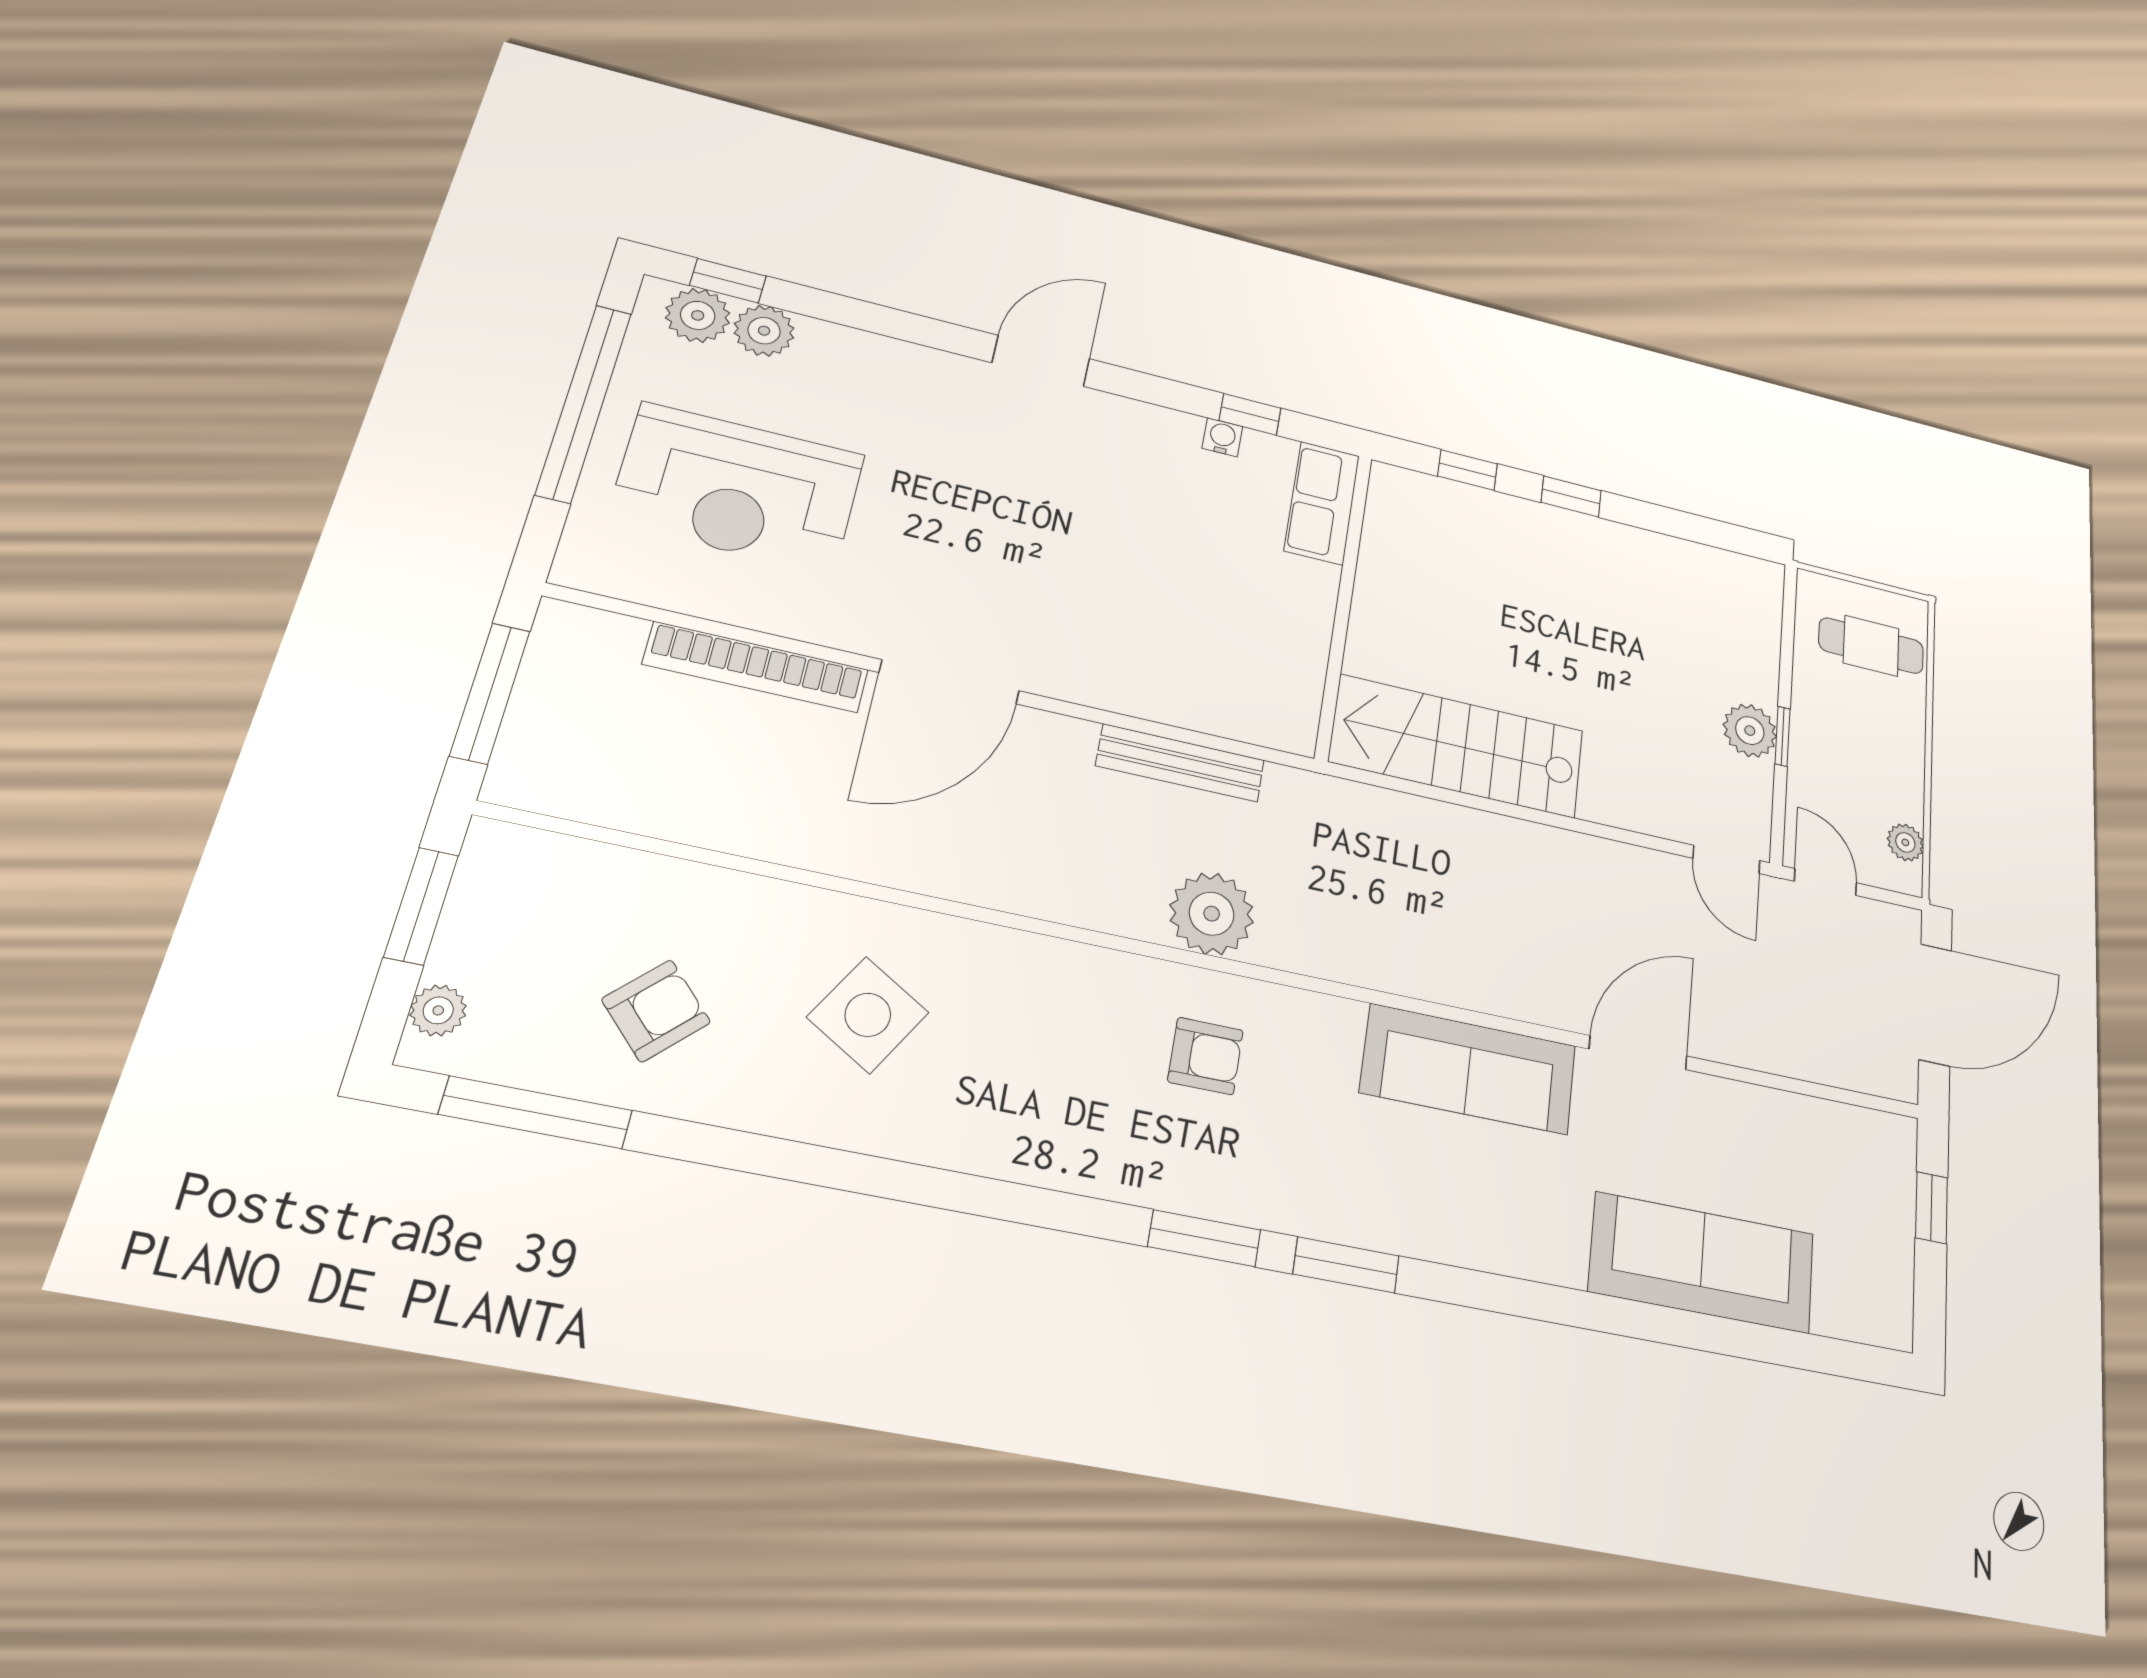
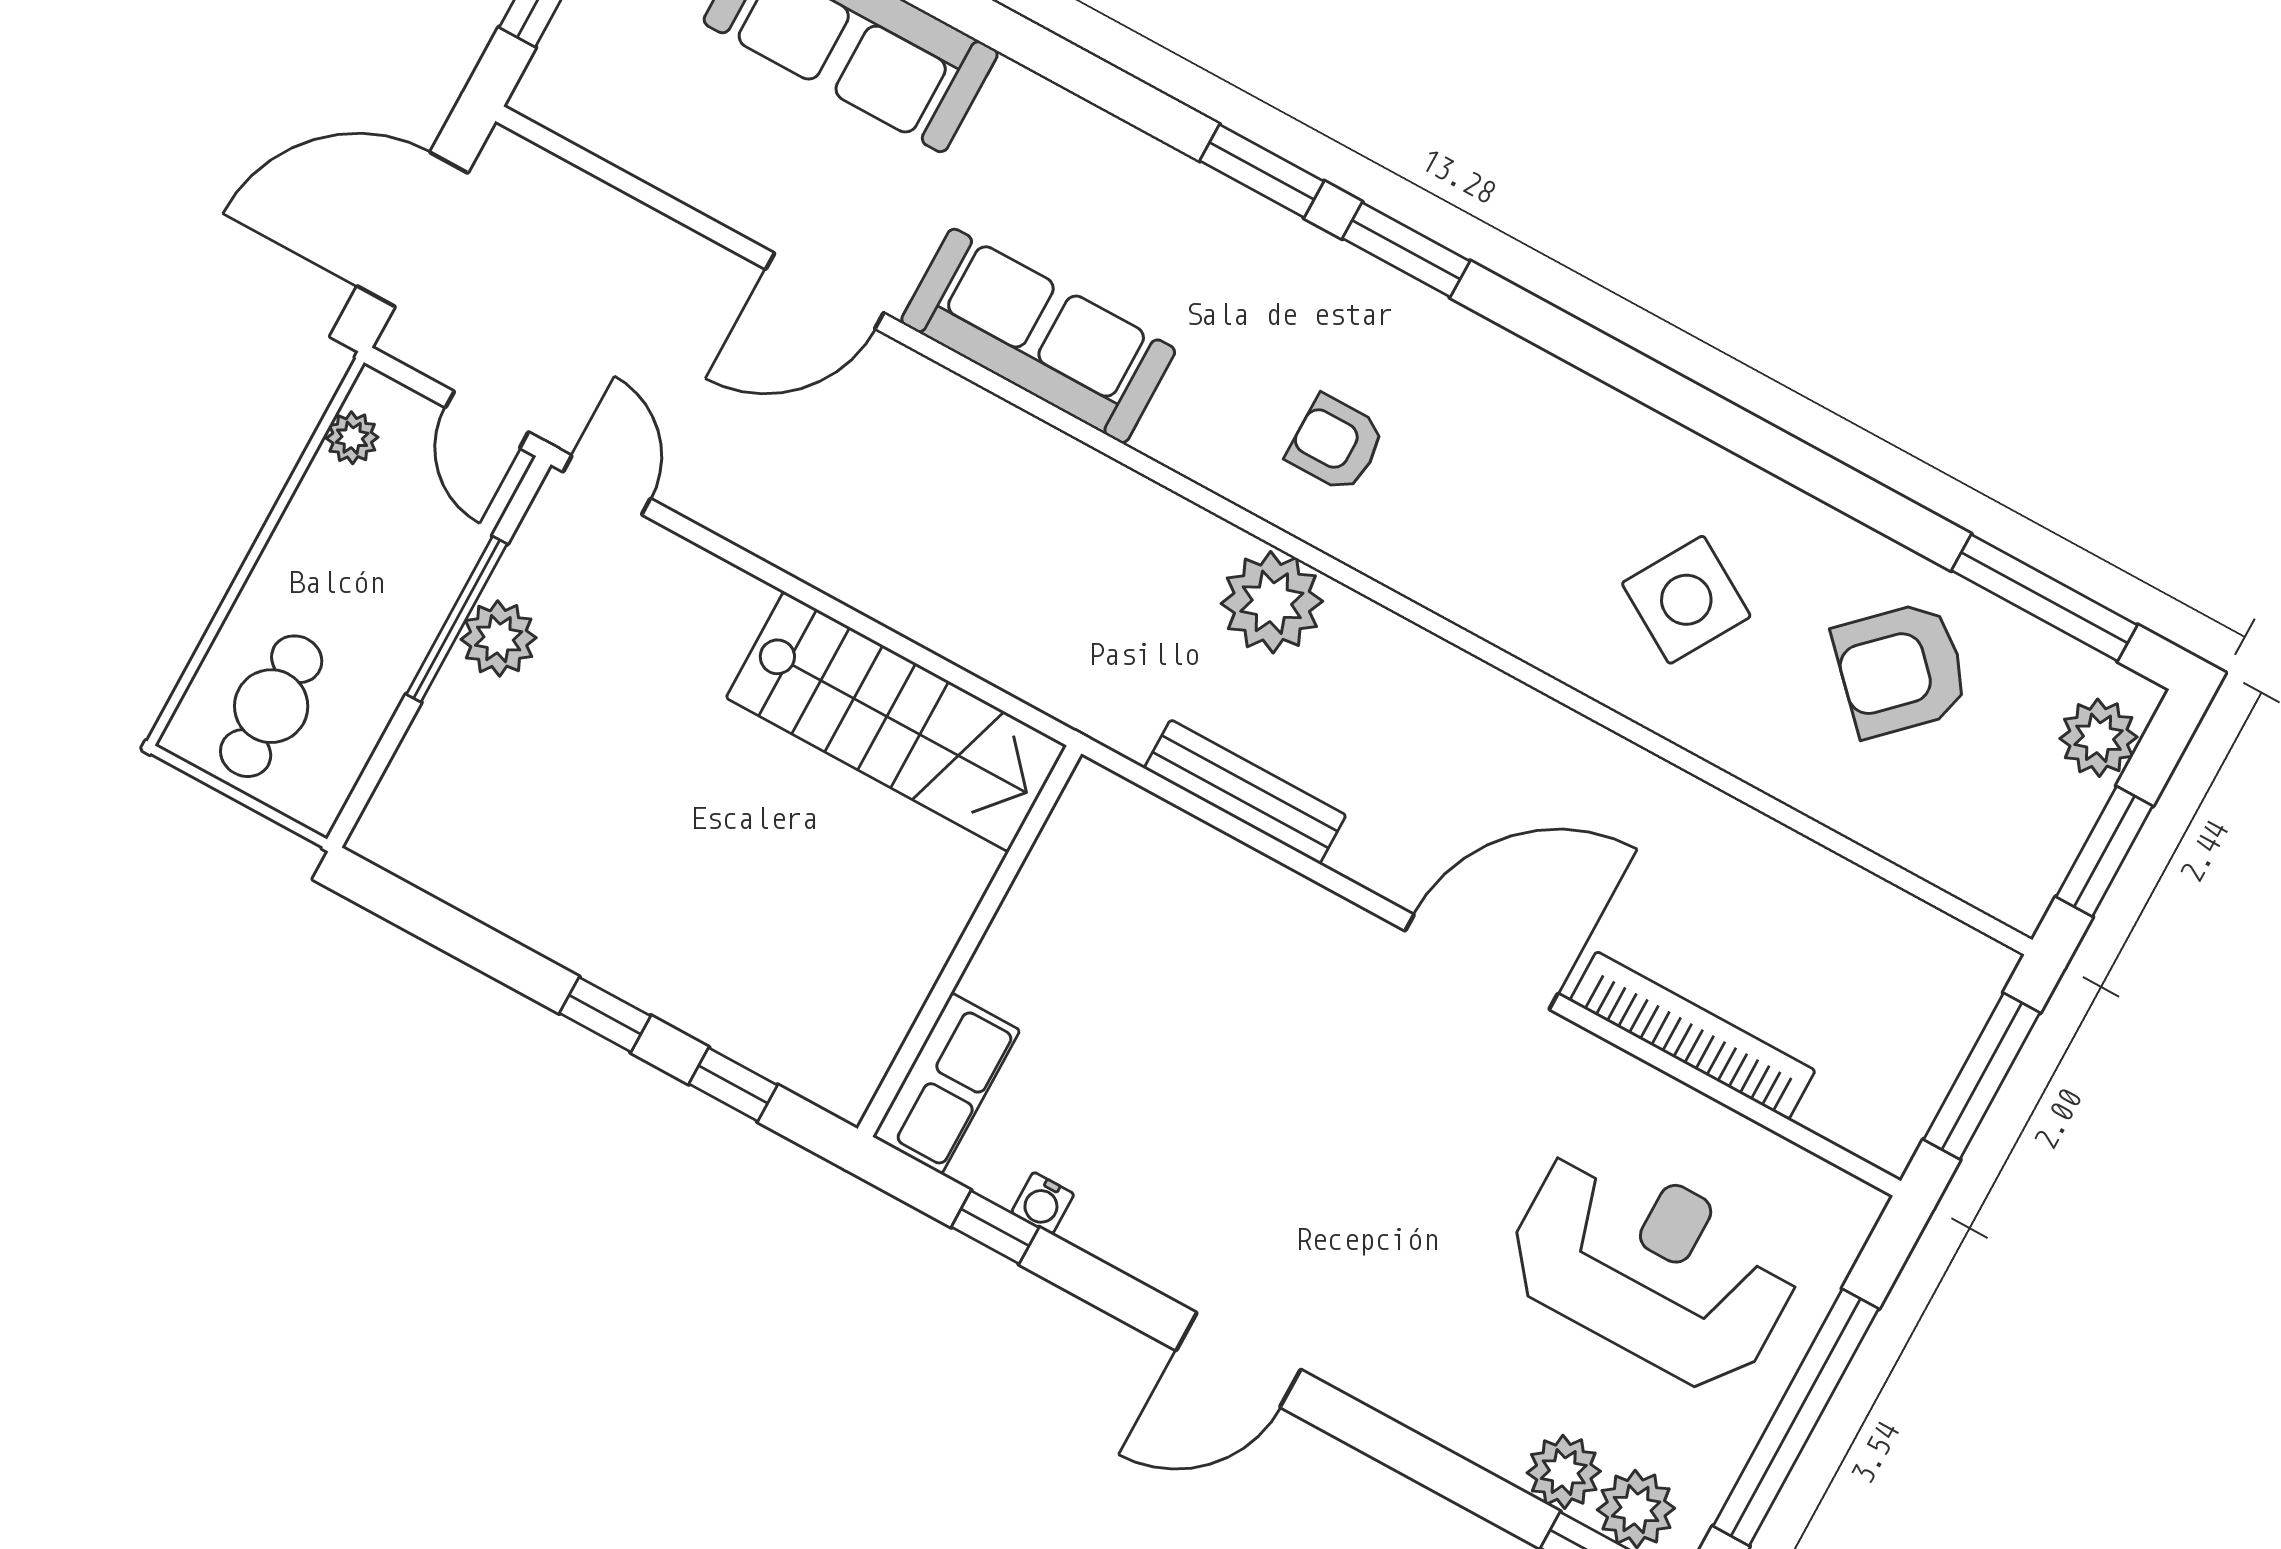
cafe table: (1871, 646) -> (271, 706), turned 90
window: (1783, 736) -> (457, 619), width x2.17
plant: (438, 1010) -> (2099, 738), width x1.38, depth x1.38
armchair: (656, 1011) -> (1901, 669), width x1.38, depth x1.38

